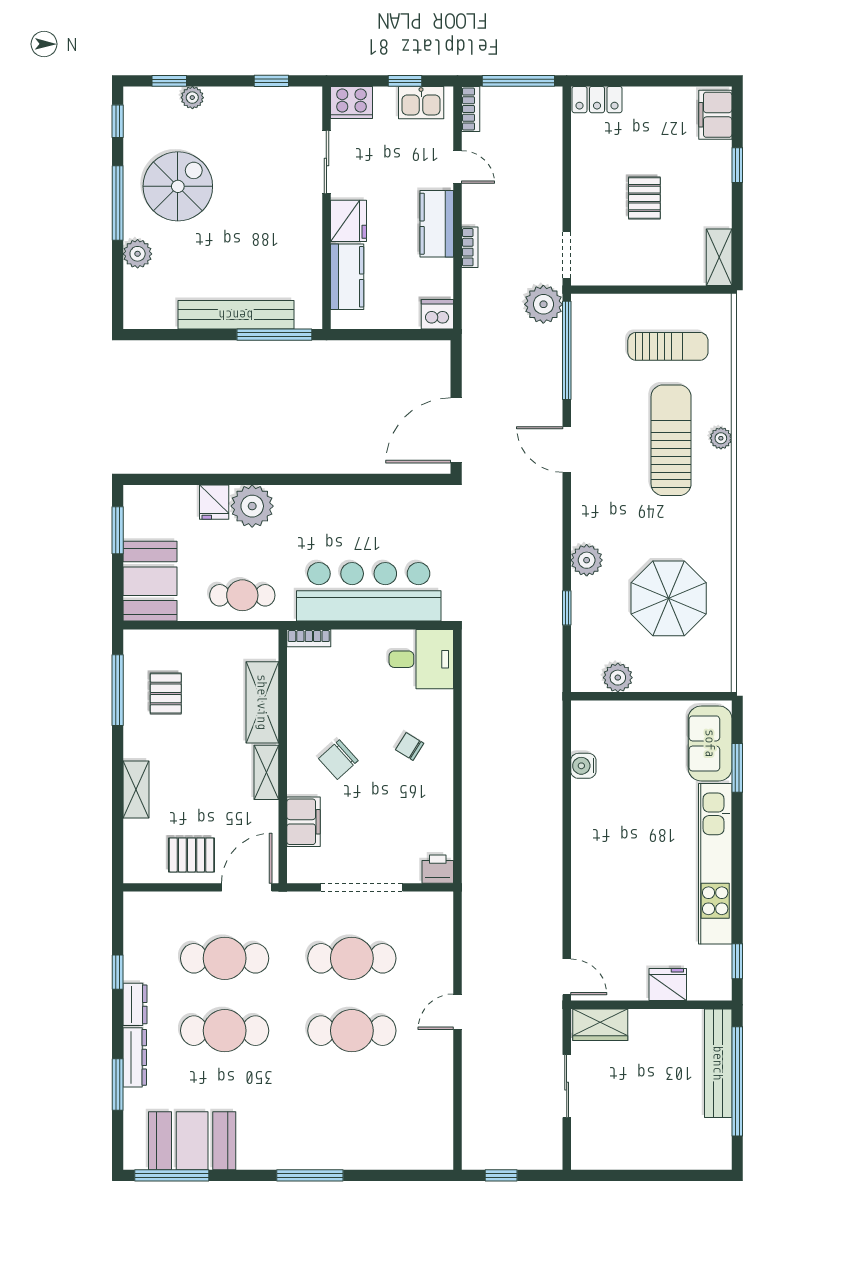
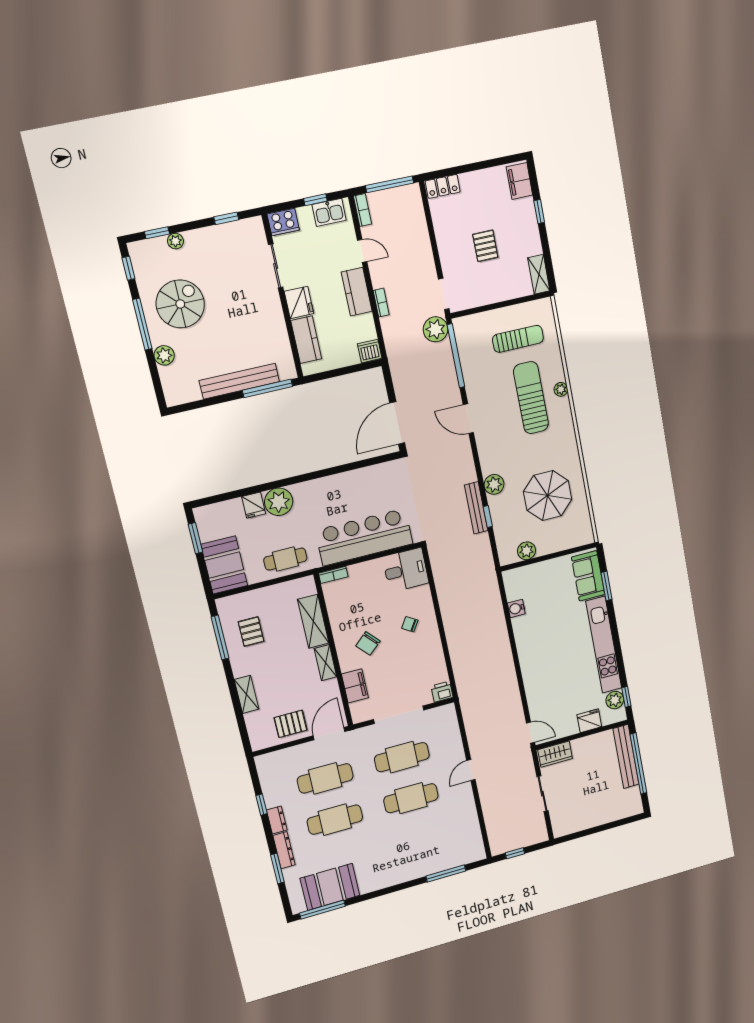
bench: (551, 590) -> (476, 508), added
plant: (717, 961) -> (615, 700), added
window: (310, 1175) -> (446, 873), moved

